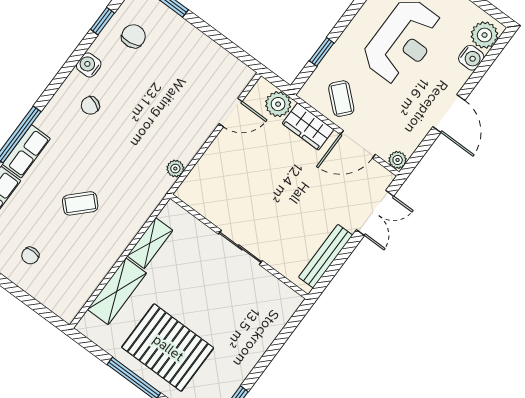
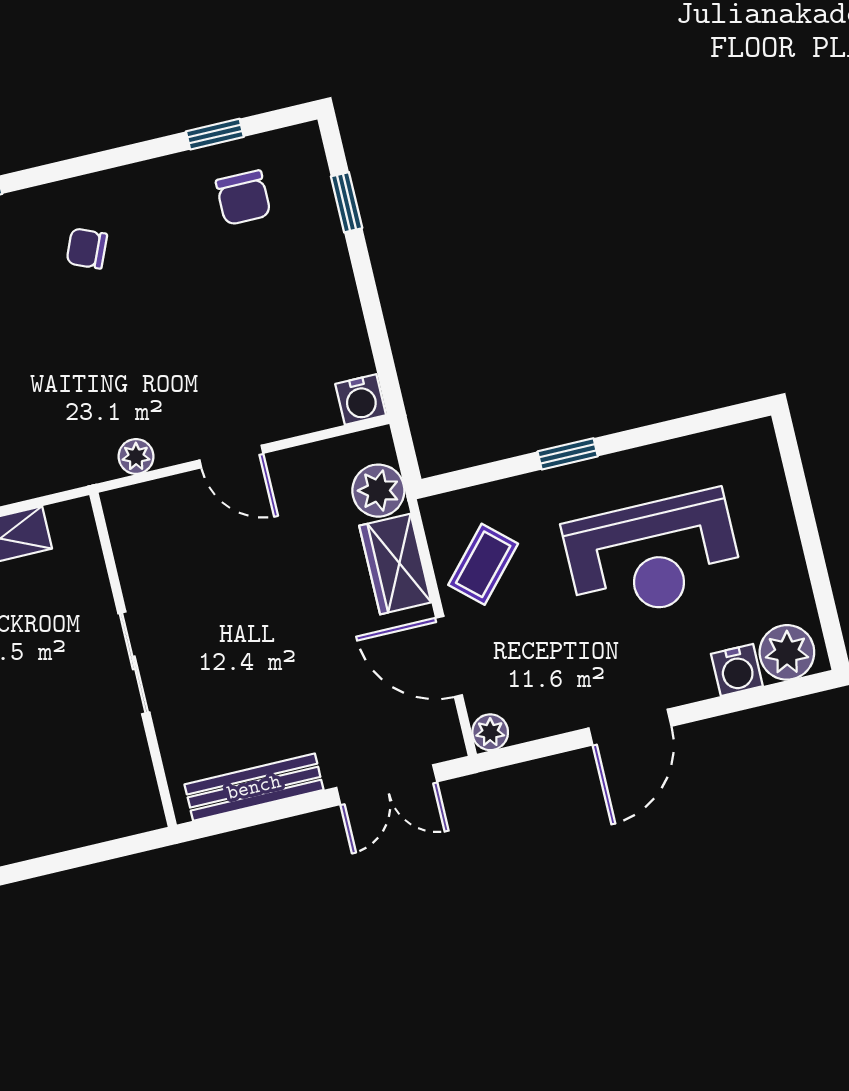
chair: (133, 36) -> (243, 198), turned 98
window: (322, 52) -> (568, 454), moved
water cooler: (89, 65) -> (361, 400), moved, turned 180
door: (231, 112) -> (231, 457), moved

